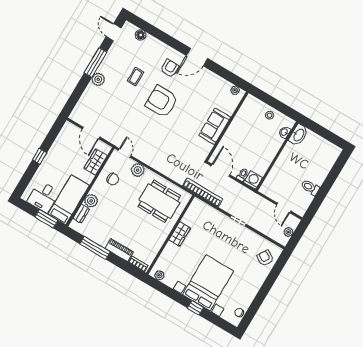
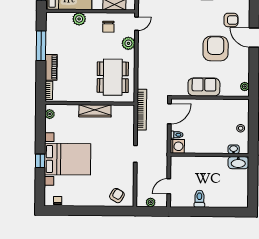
armchair: (162, 101) -> (216, 49), moved
dresser: (81, 214) -> (63, 17), removed
wardrobe: (180, 234) -> (95, 111), width x1.50

